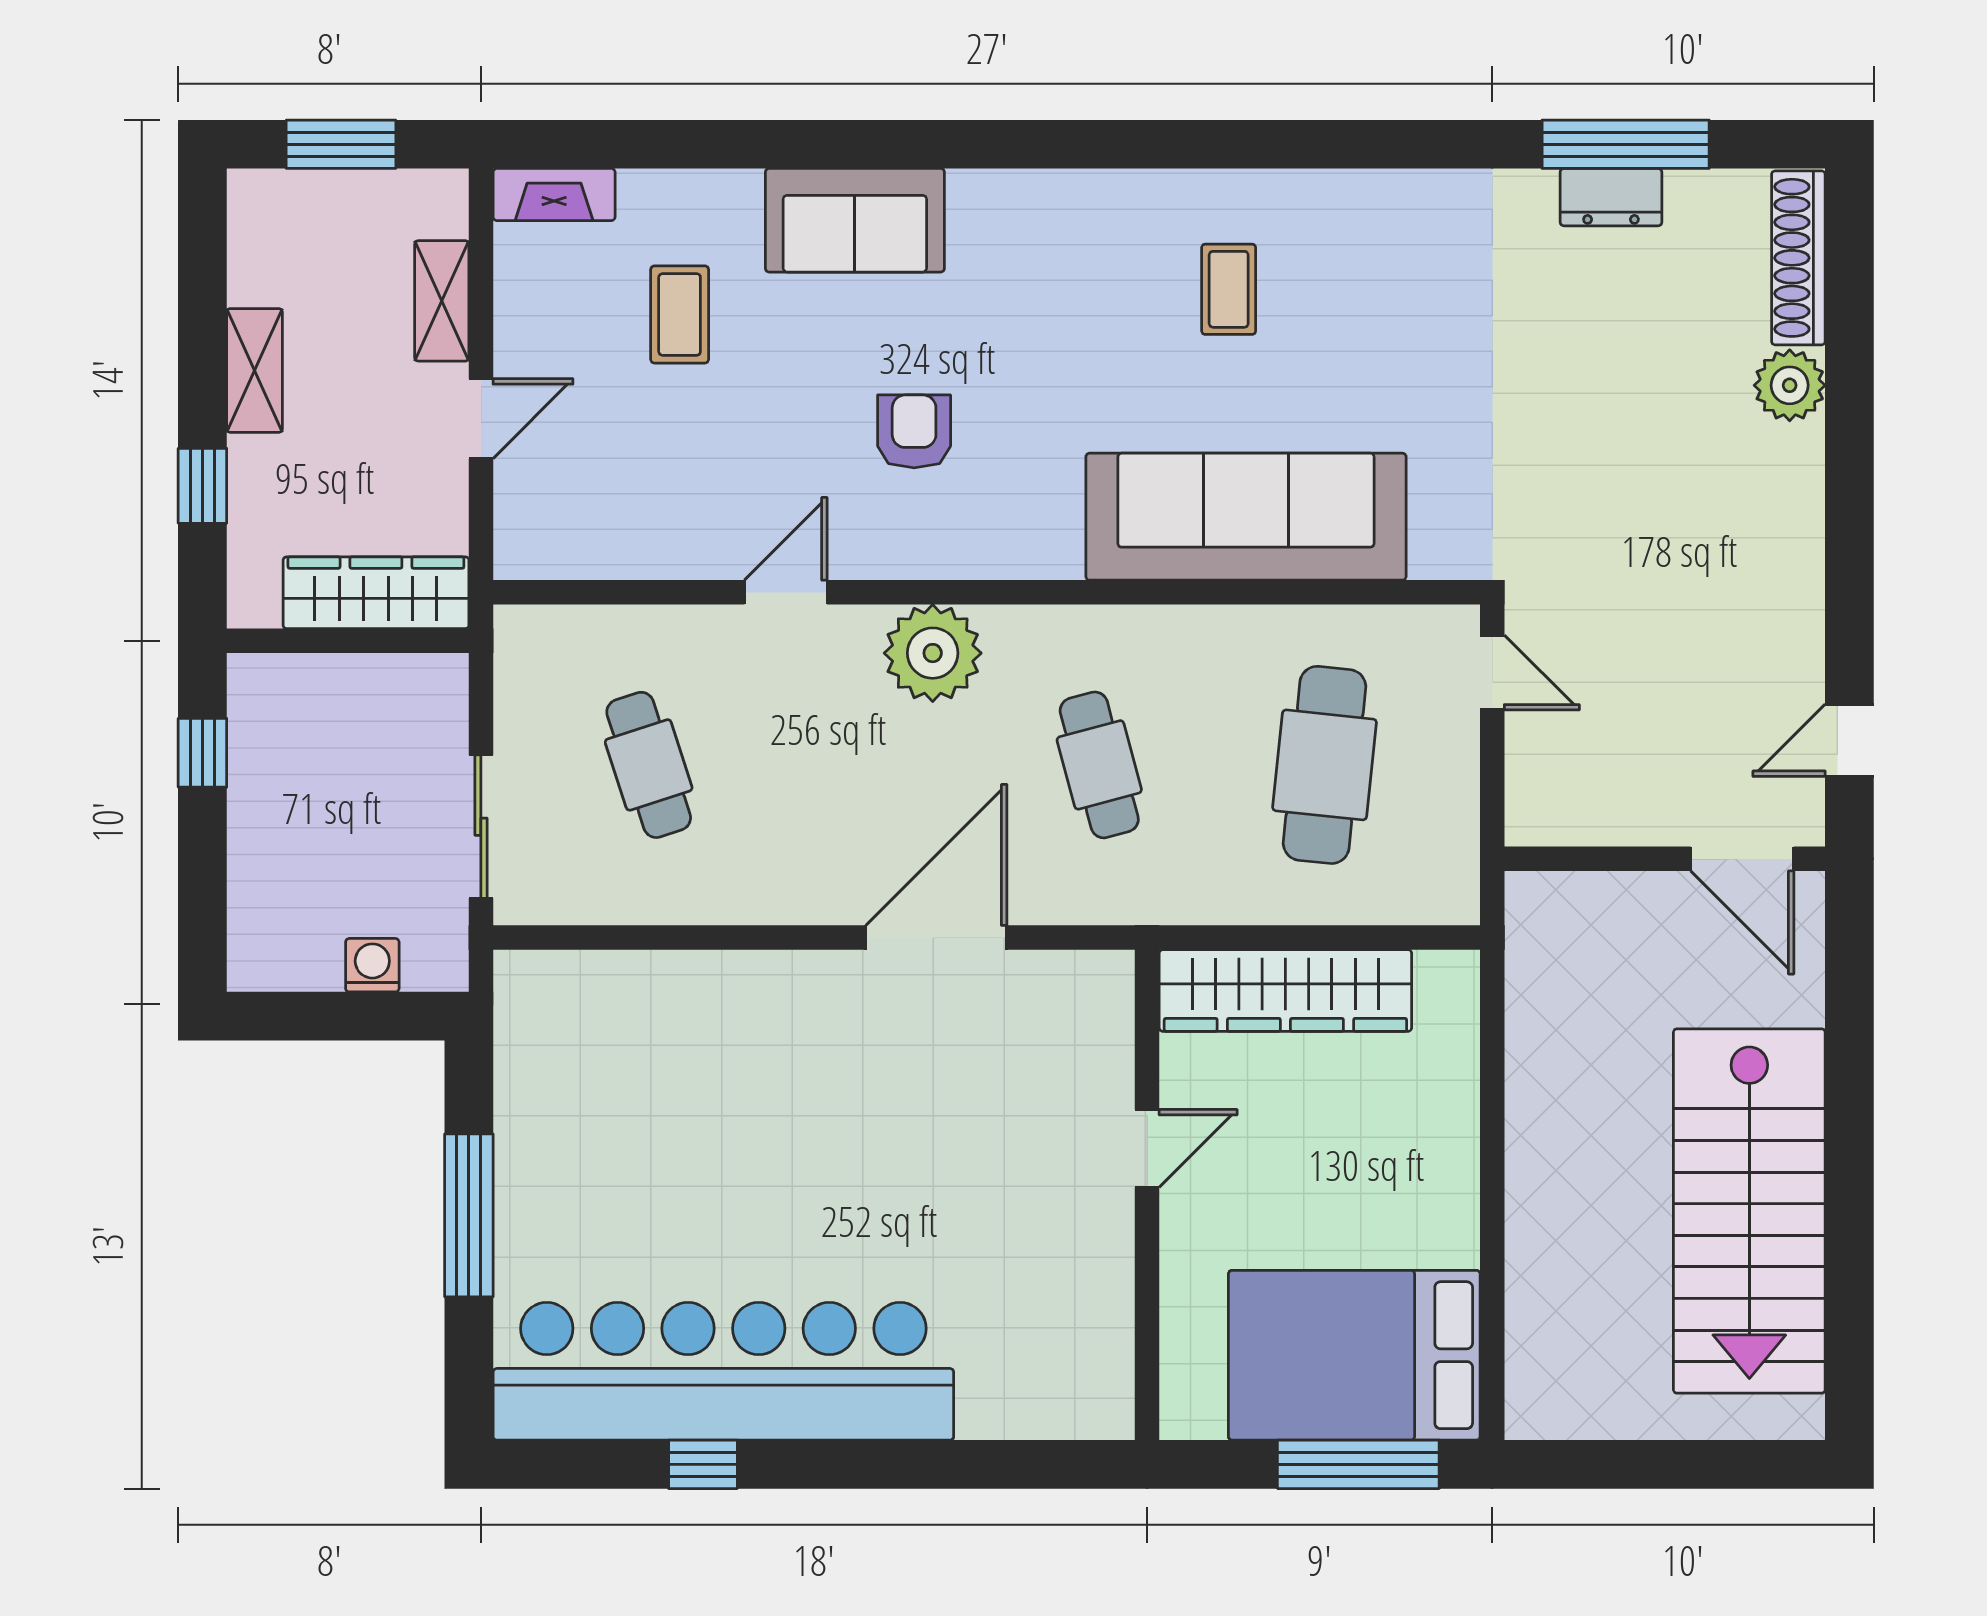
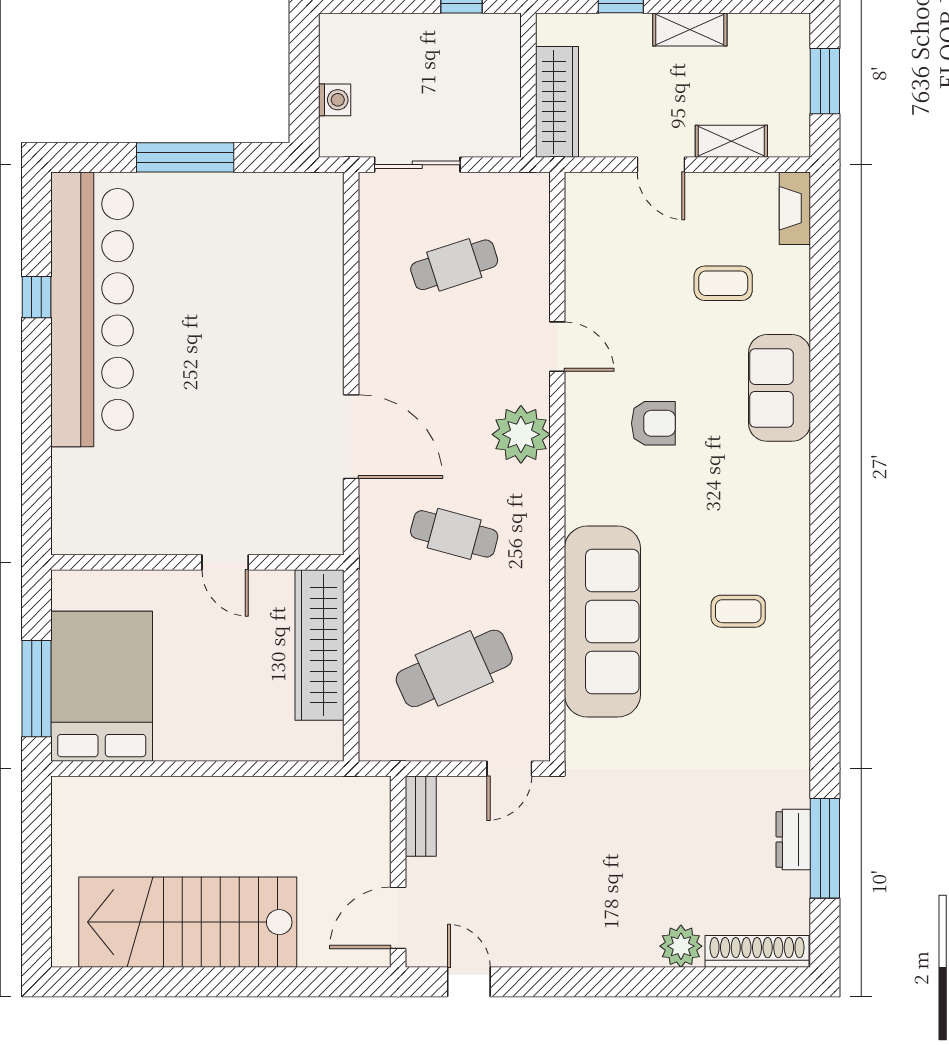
cafe table: (1099, 765) -> (454, 534), turned 30
cafe table: (1325, 765) -> (454, 668), turned -30
bench: (1572, 821) -> (421, 816), added

